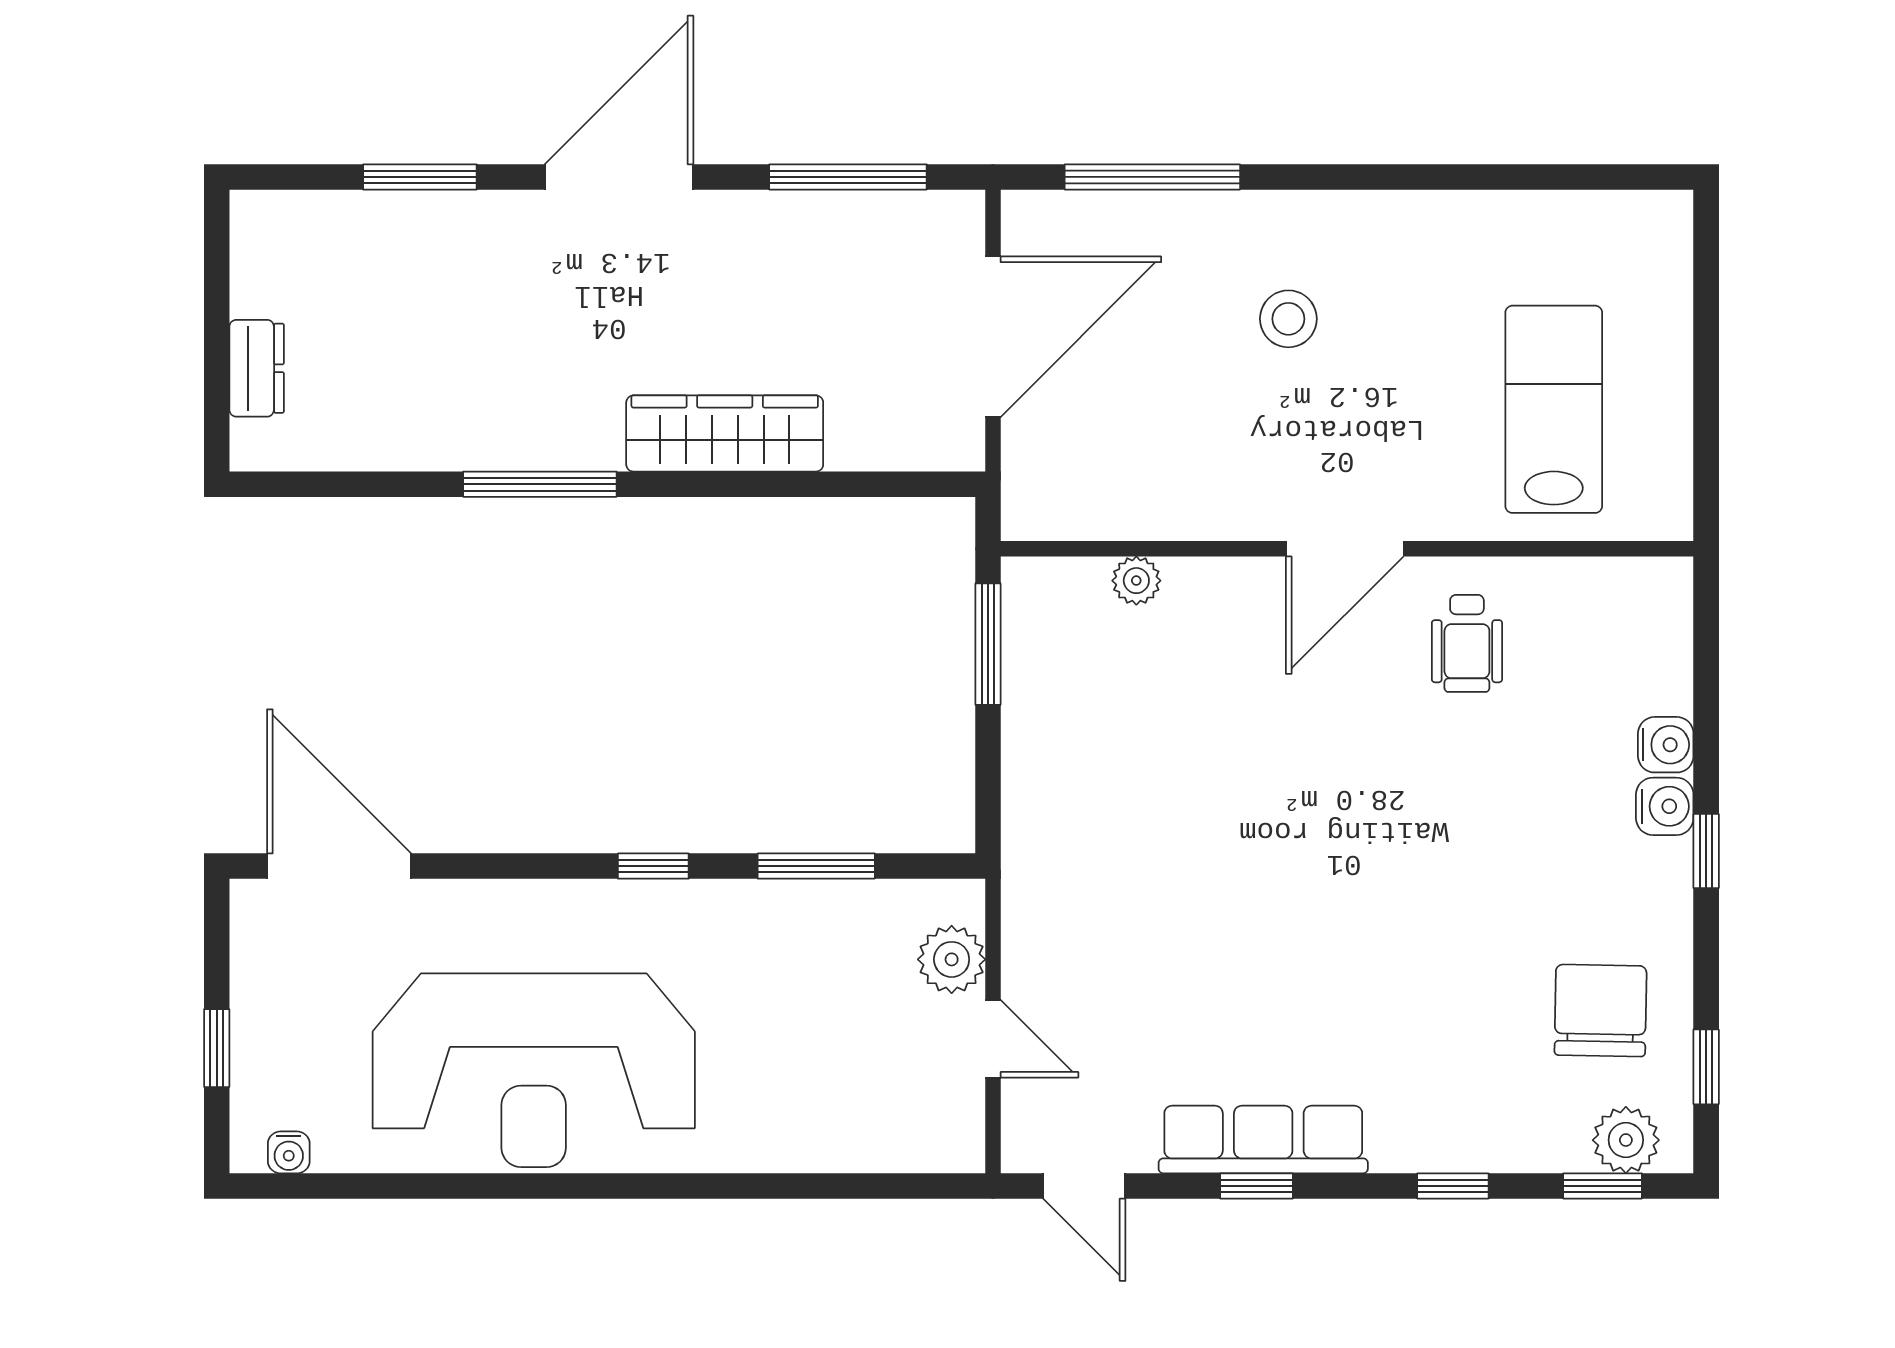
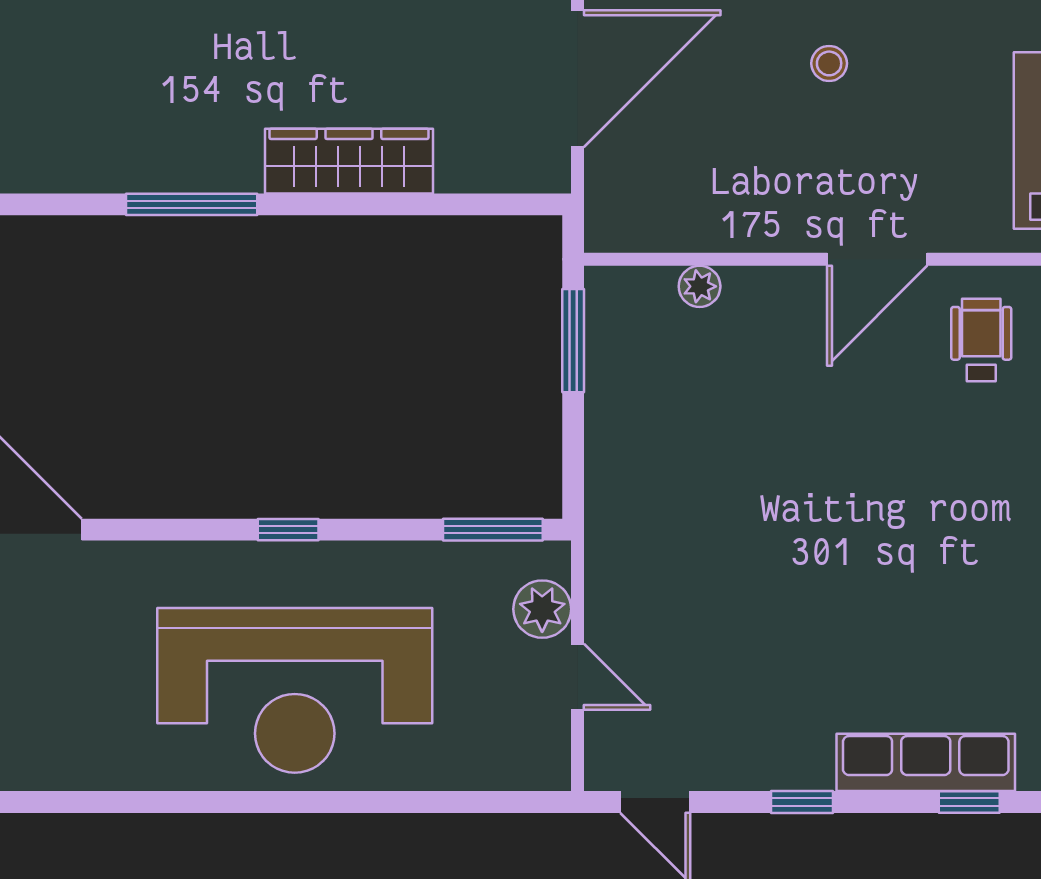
stool: (1288, 319) -> (829, 63), width x0.73, depth x0.73
wheelchair: (1467, 643) -> (981, 340), turned 180
window: (816, 866) -> (493, 530), moved
reception desk: (534, 1070) -> (295, 690), moved
row of seats: (1263, 1139) -> (926, 762), moved

